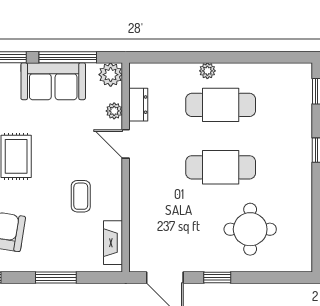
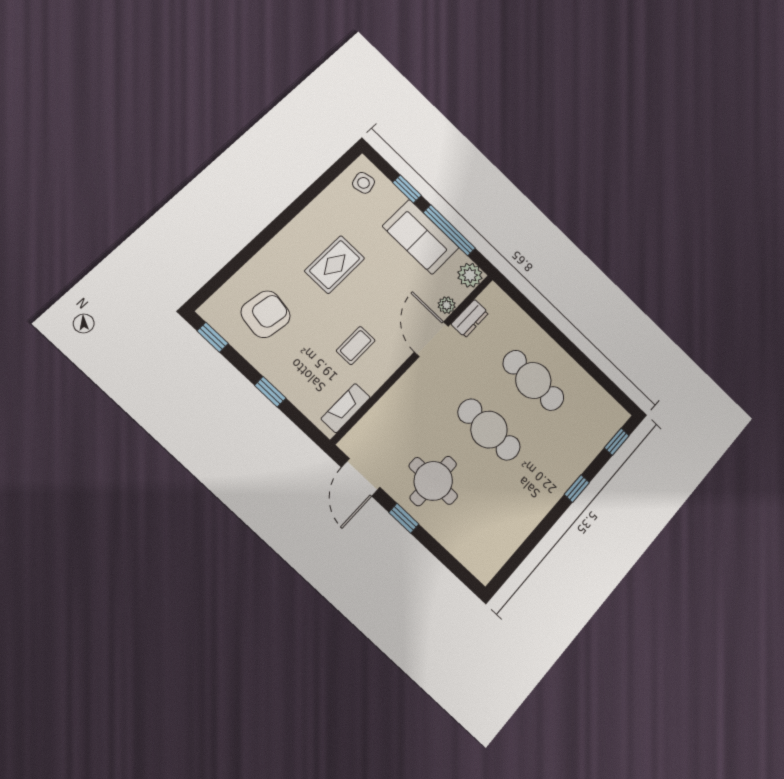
plant: (207, 71) -> (547, 345), removed
door: (126, 144) -> (431, 339), width x1.38
round table: (250, 229) -> (433, 481), moved
window: (56, 277) -> (270, 392), width x0.67

